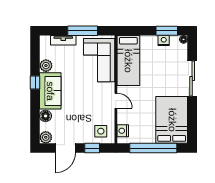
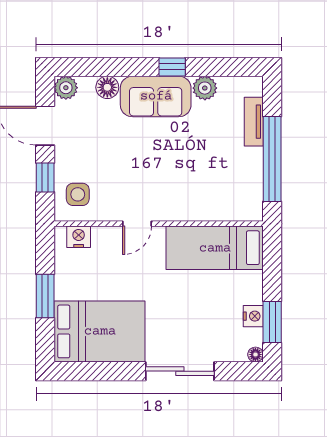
window: (83, 31) -> (272, 159), width x1.46
corner sofa: (99, 60) -> (215, 191), removed
window: (153, 148) -> (45, 296), width x0.47

